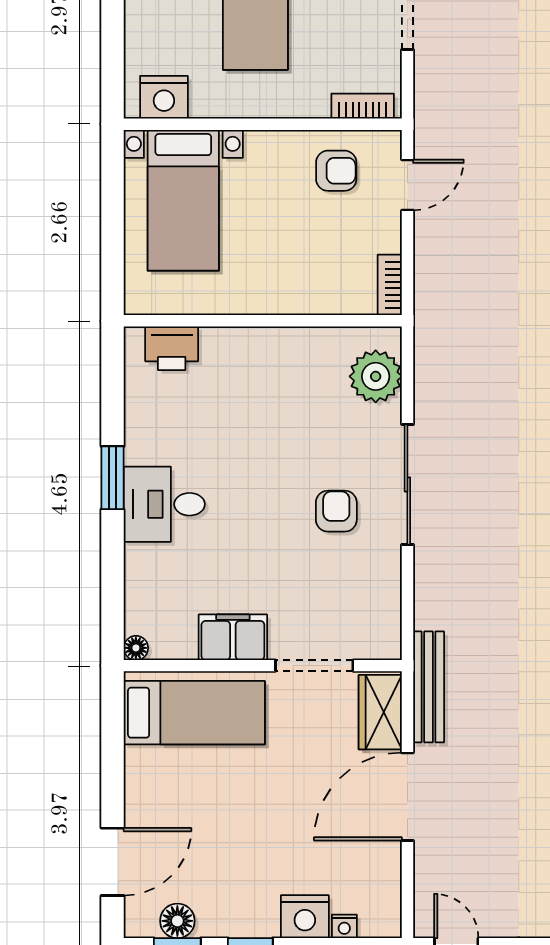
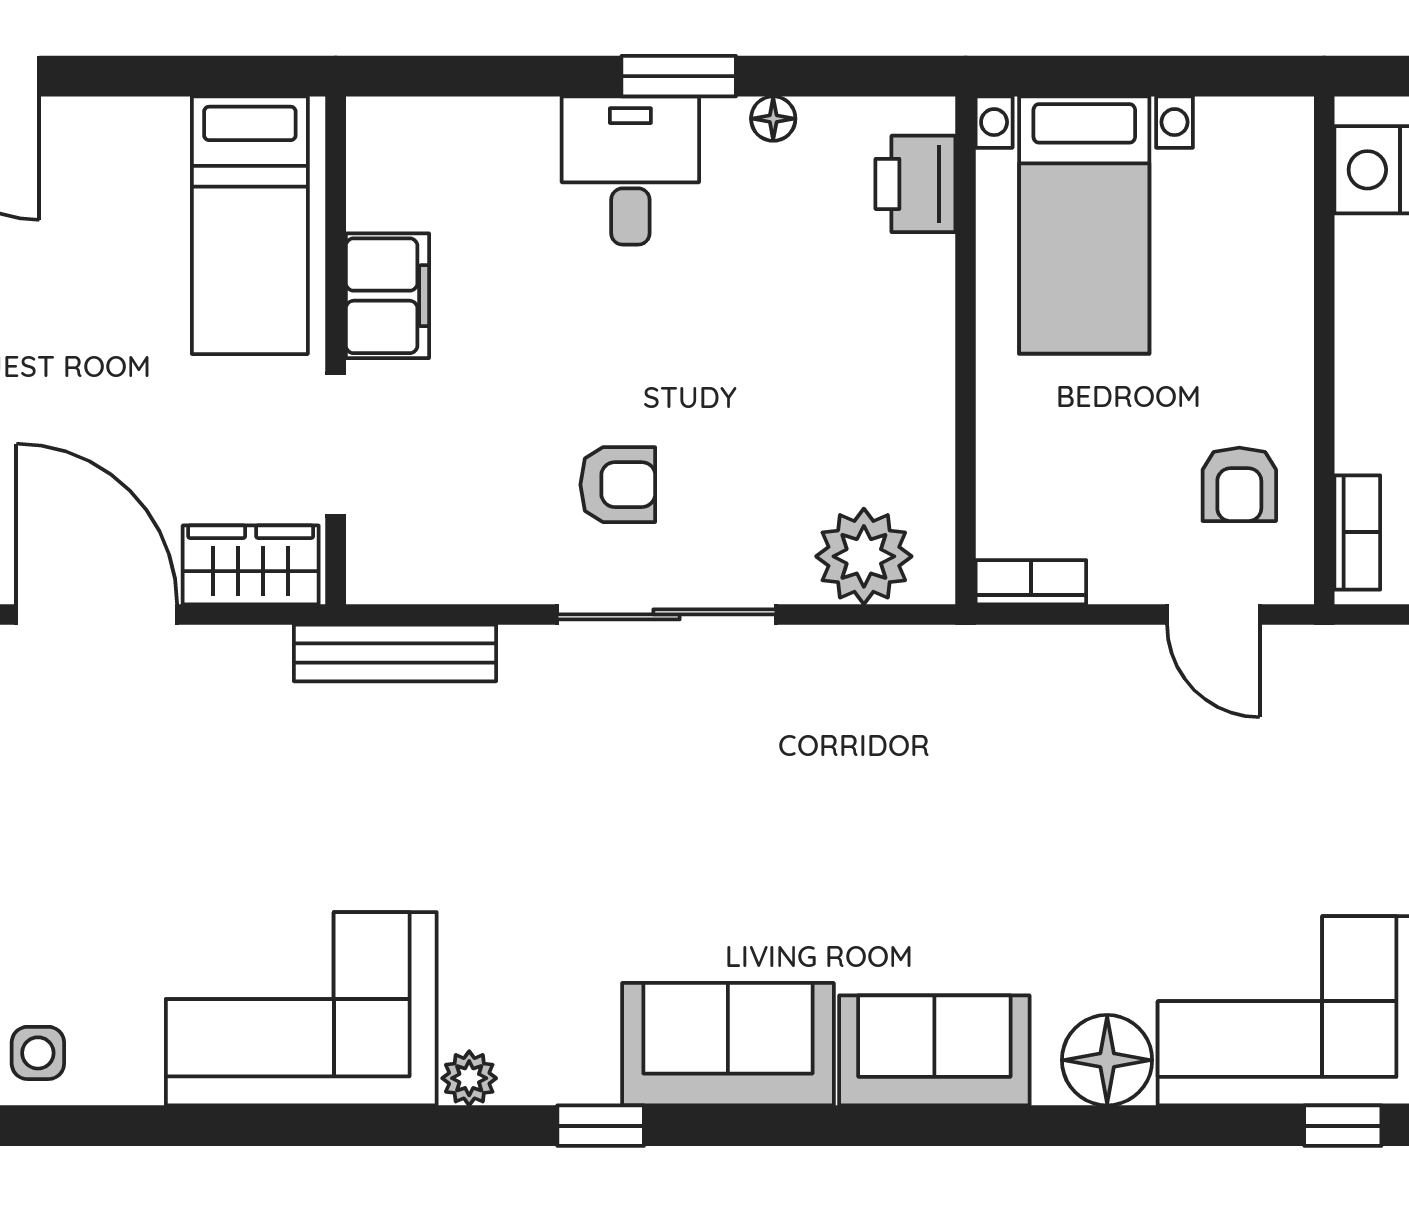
bed with nightstands: (183, 200) -> (1084, 225), moved, turned -90
floor lamp: (136, 648) -> (773, 119), moved
bench: (429, 687) -> (395, 653), moved

